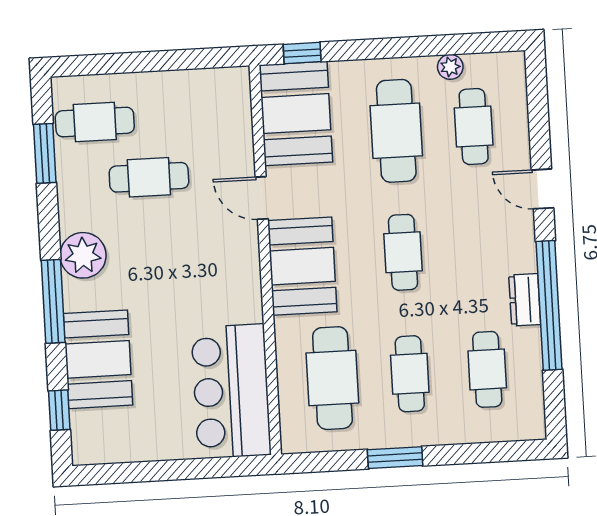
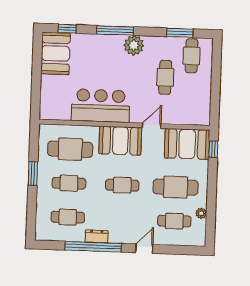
booth: (98, 359) -> (56, 53), moved, turned 90
bar counter: (231, 391) -> (101, 106), moved

